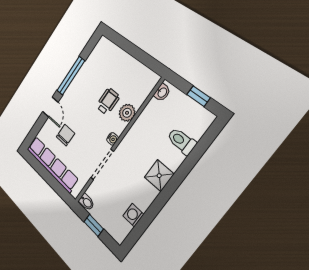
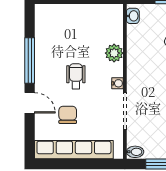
wheelchair: (108, 101) -> (76, 76), moved

